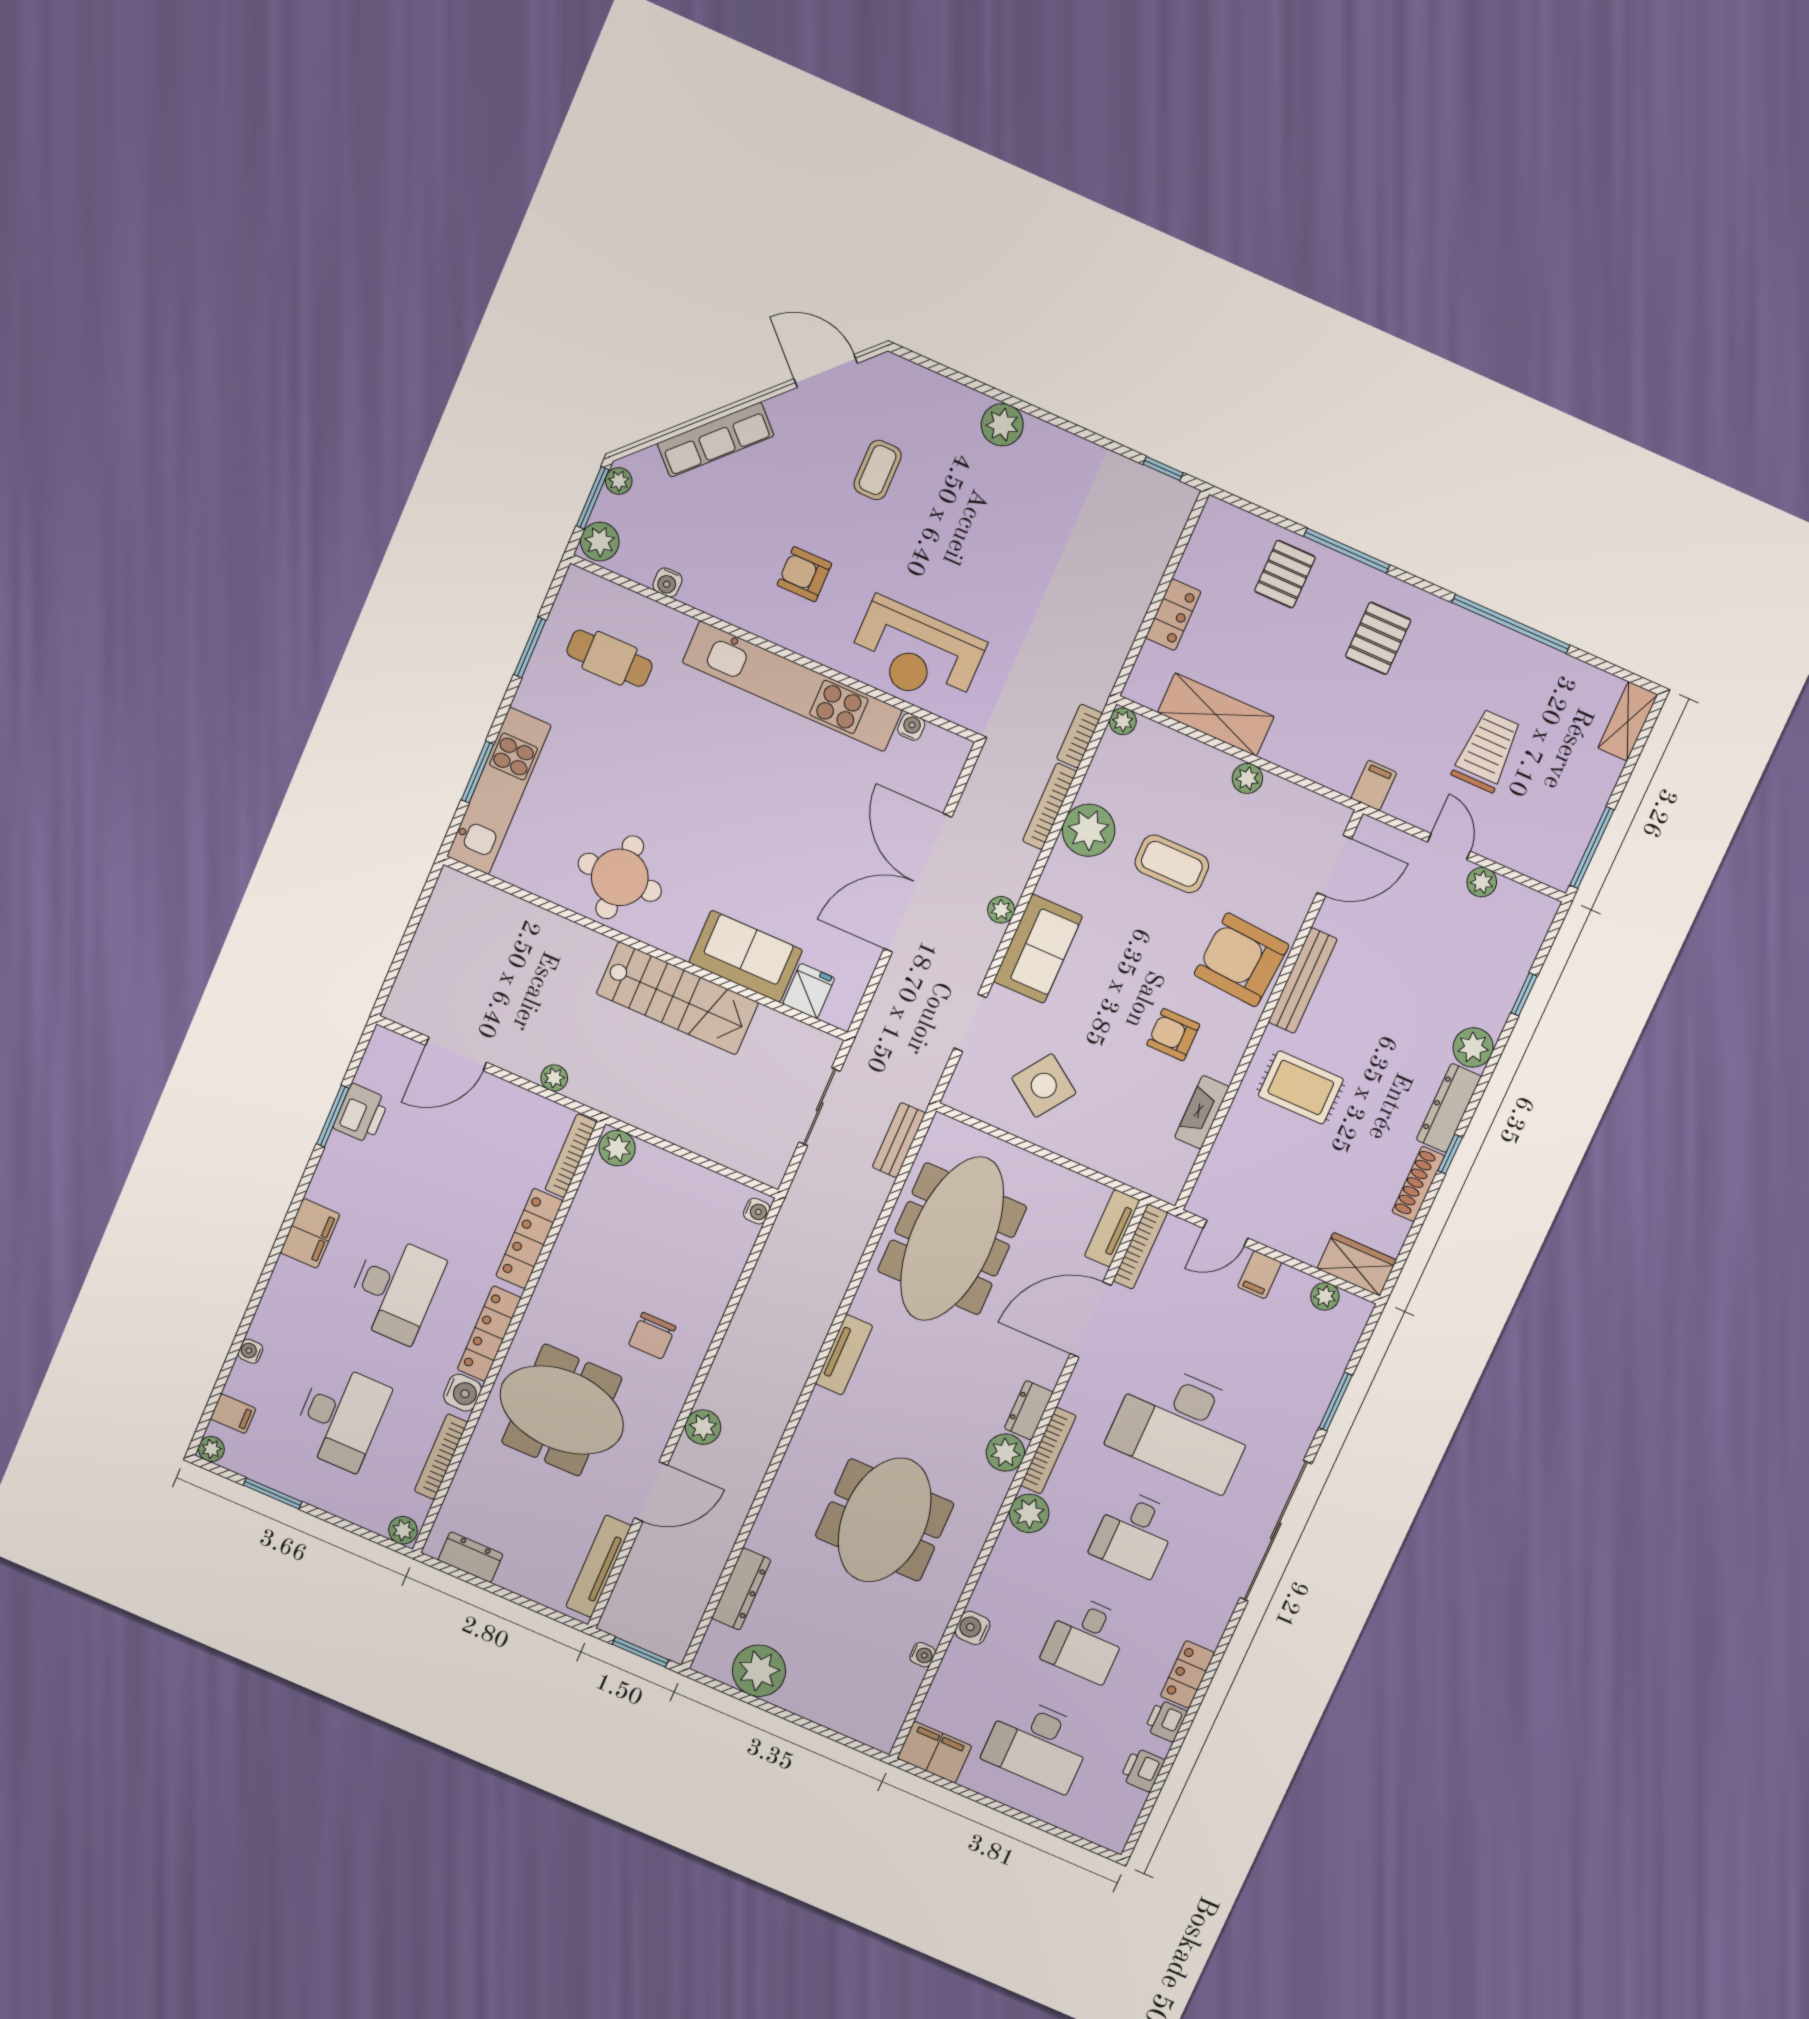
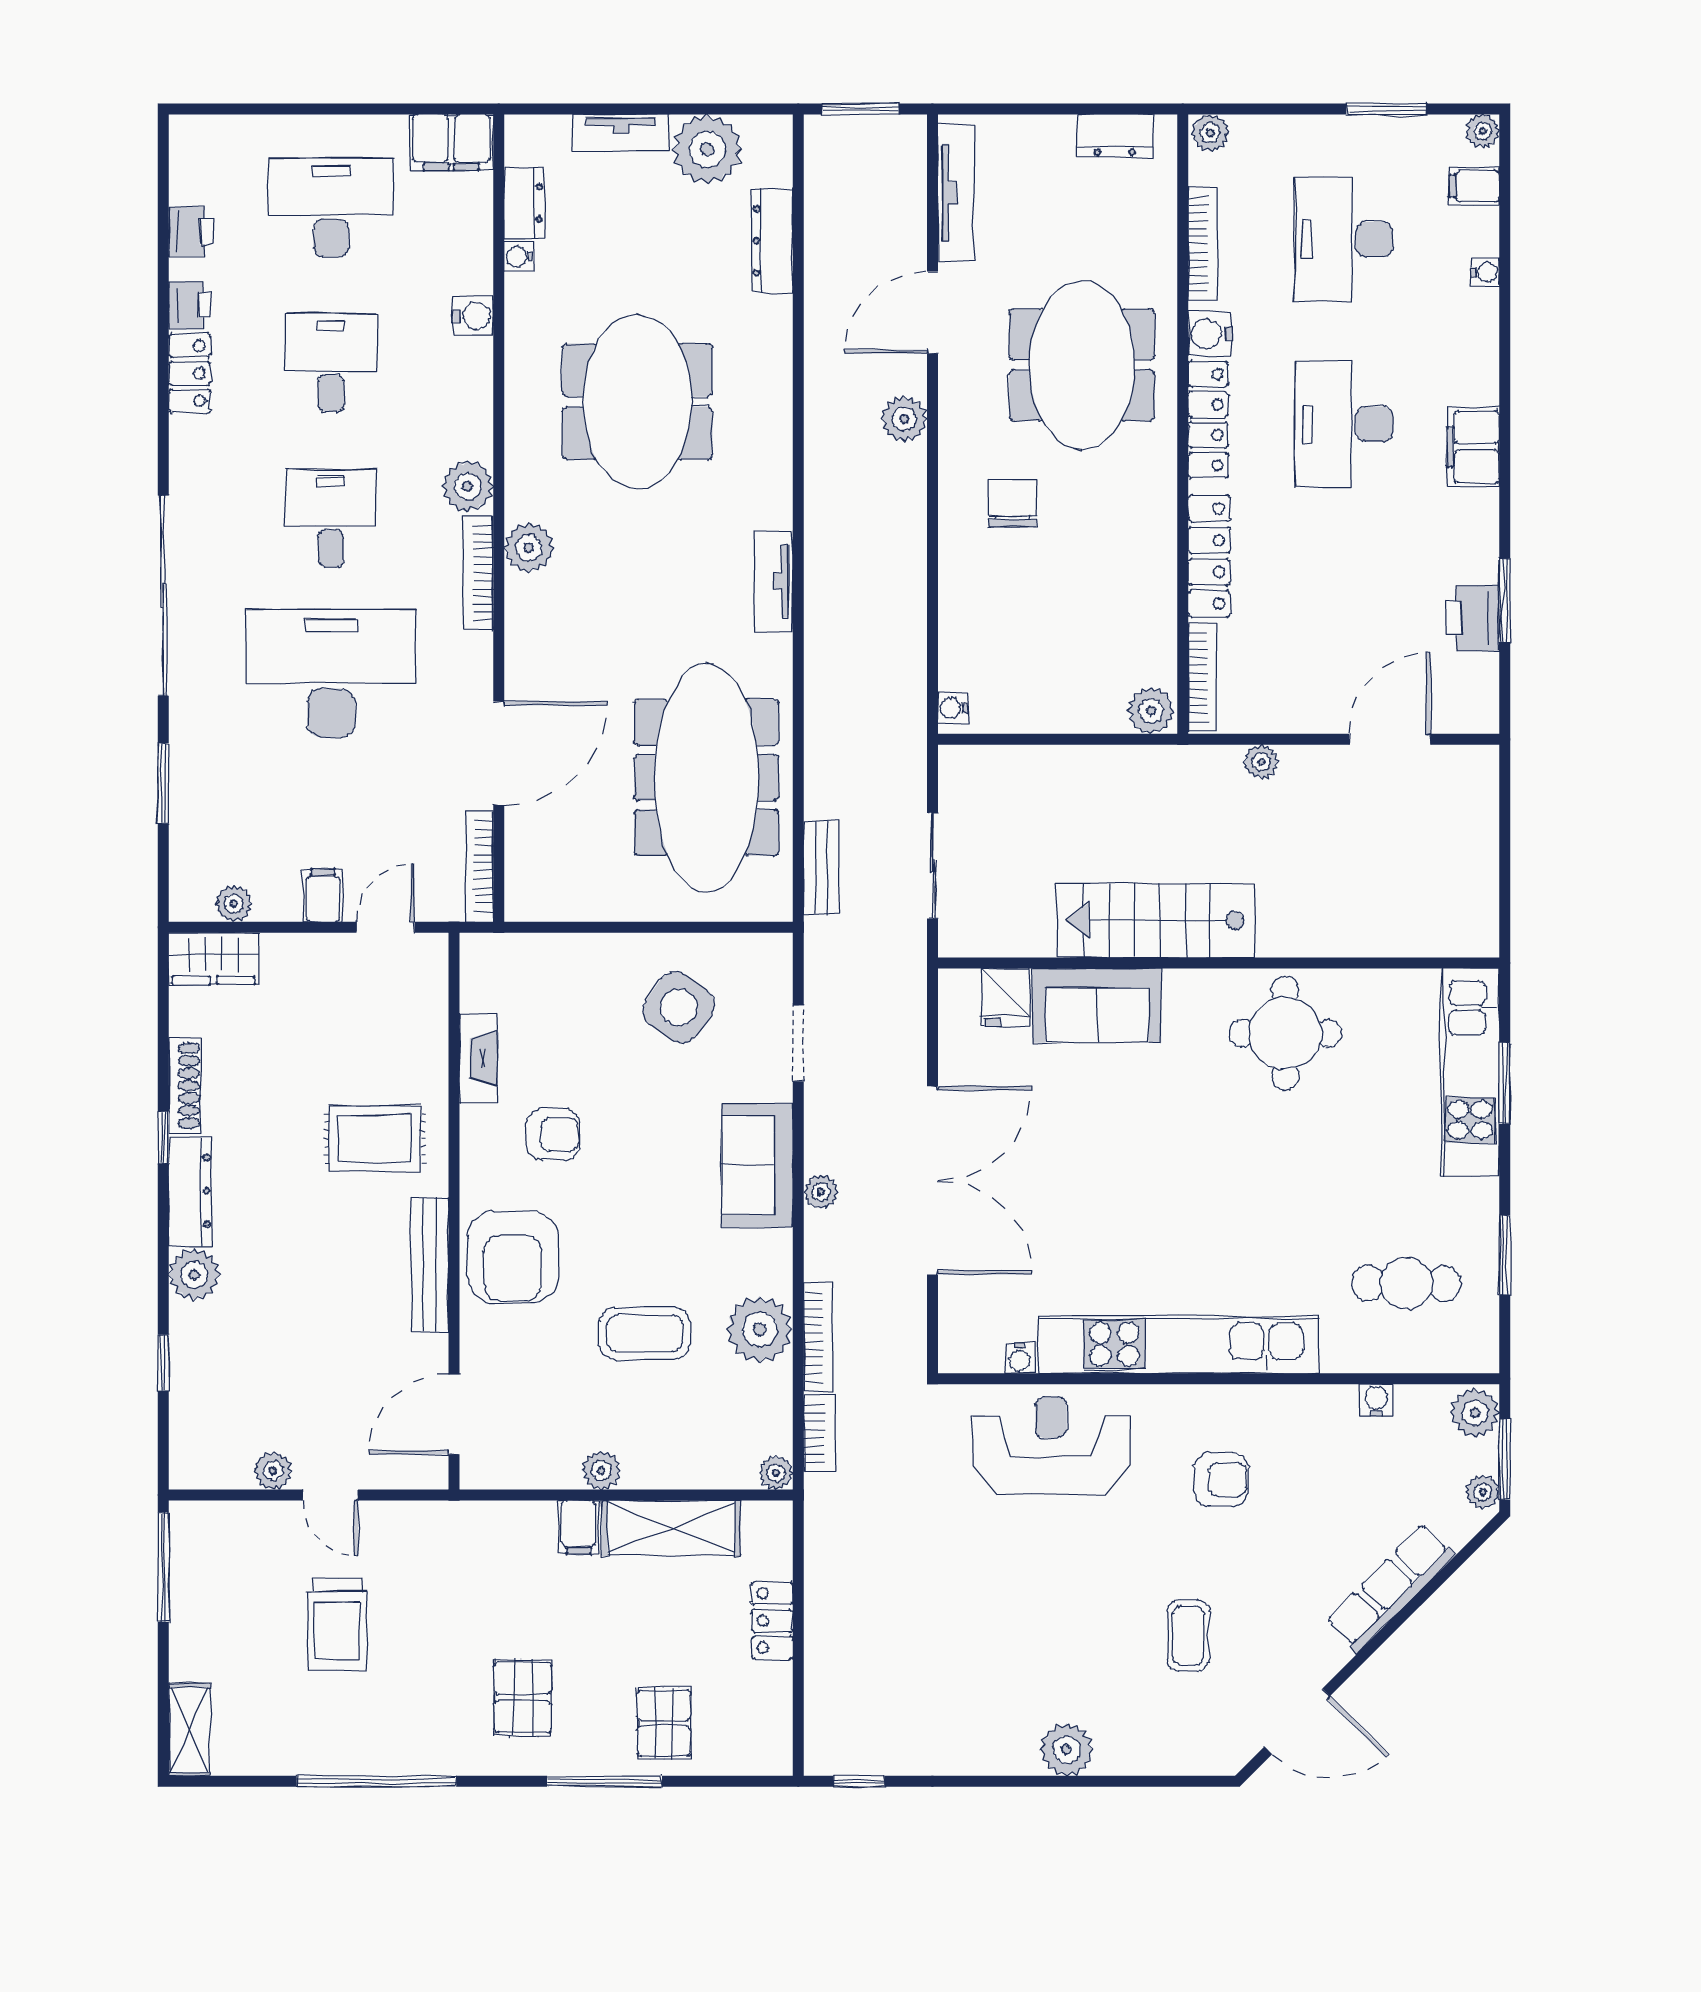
filing cabinet: (1374, 785) -> (578, 1527), moved
armchair: (1242, 960) -> (513, 1257), turned 86
tv unit: (1112, 1228) -> (621, 133), moved, turned 90
meeting table: (562, 1410) -> (1082, 365), turned 90
dresser: (1029, 1410) -> (524, 203), moved

